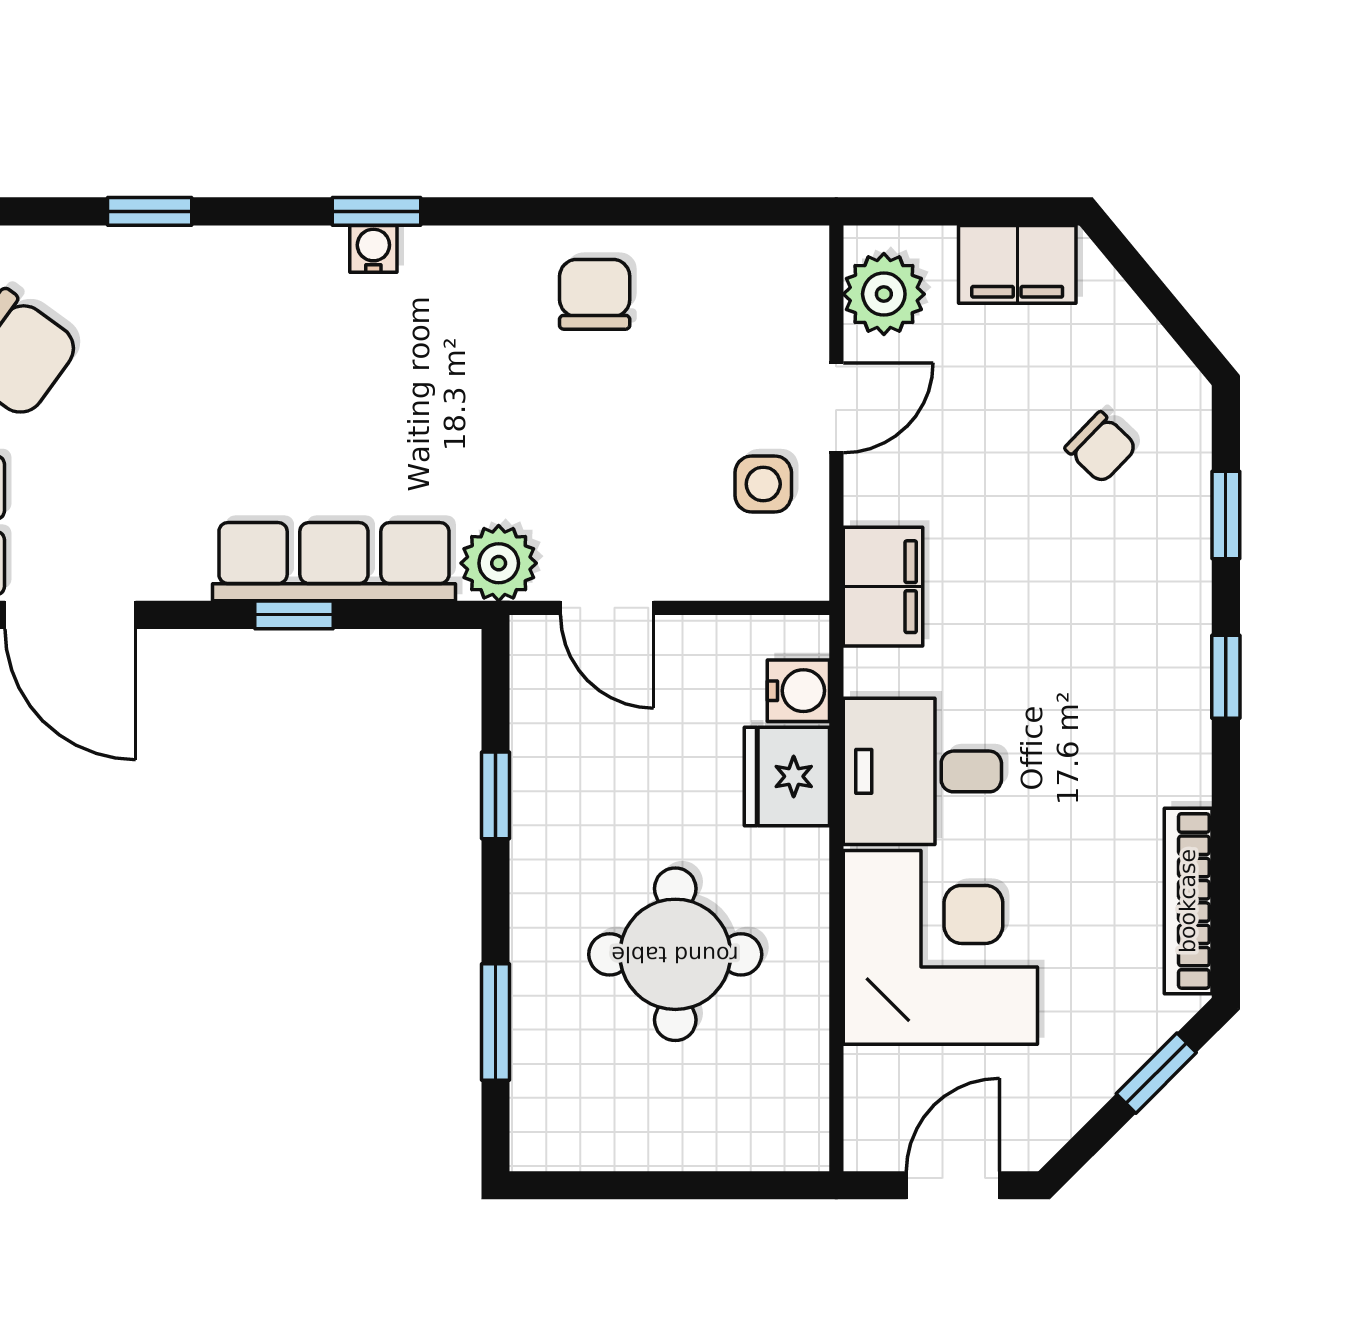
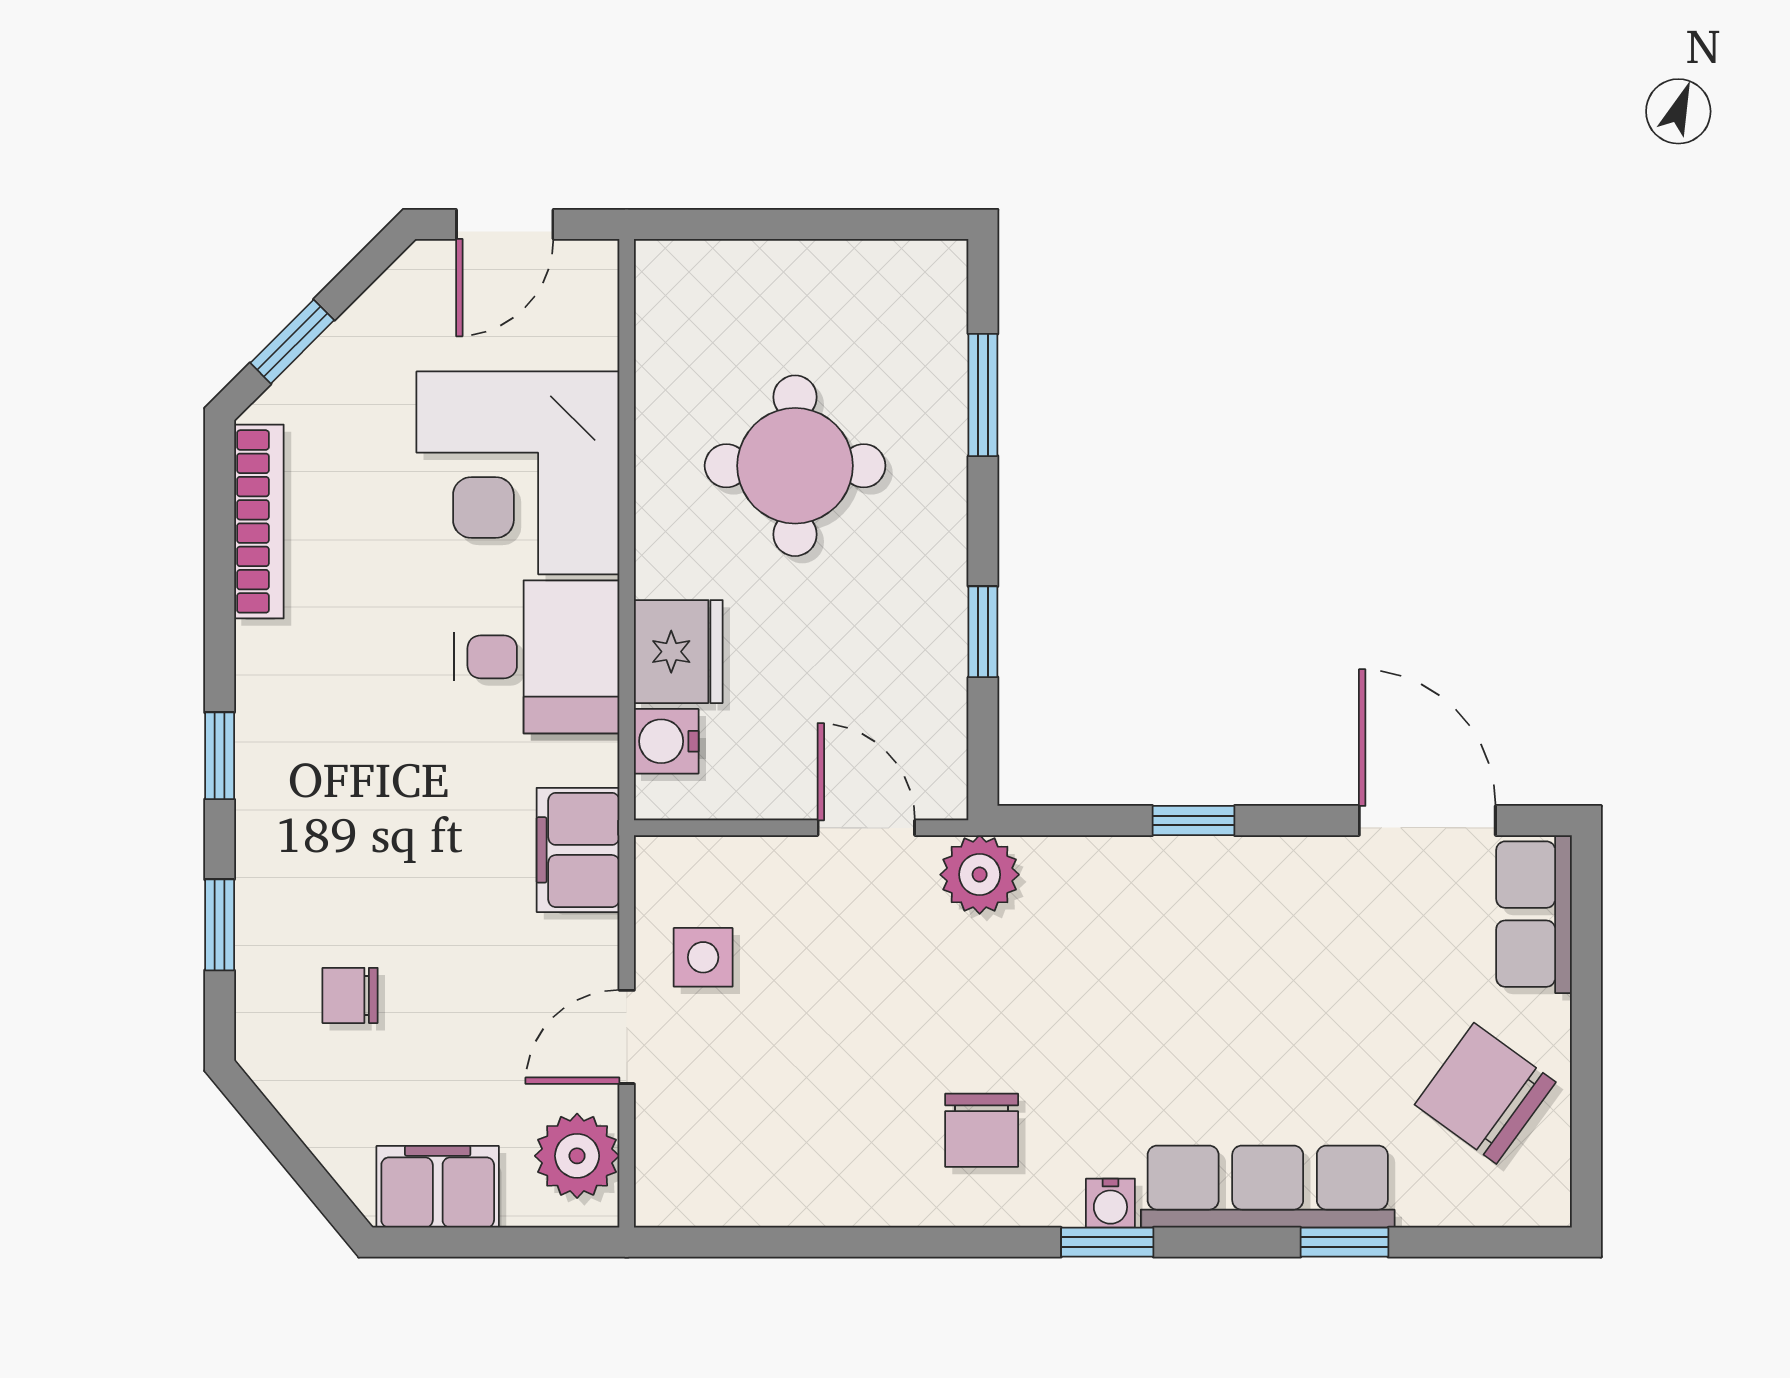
chair: (595, 294) -> (982, 1130), moved
chair: (1101, 448) -> (350, 995), turned -44
row of seats: (334, 562) -> (1268, 1187), moved, turned 180

